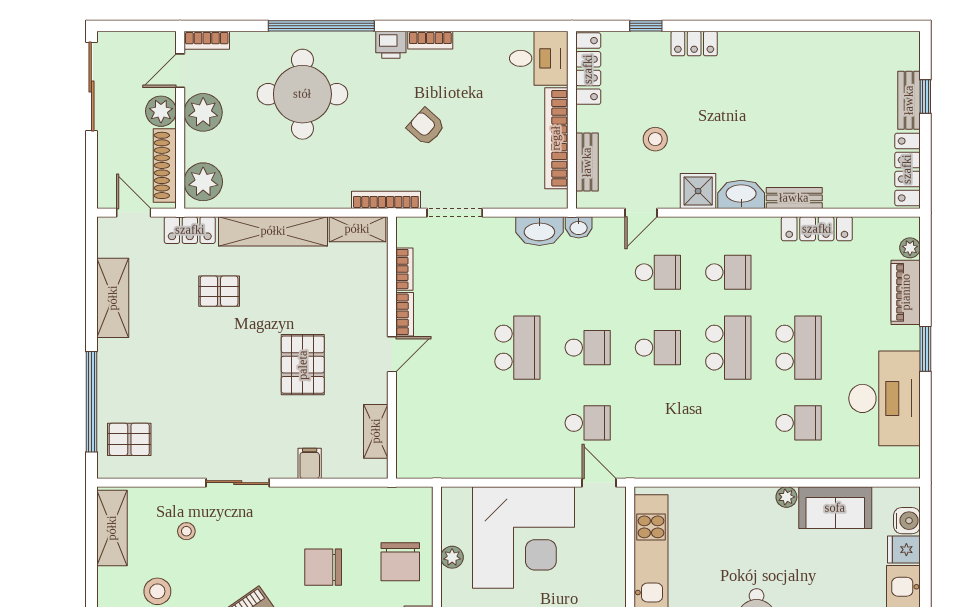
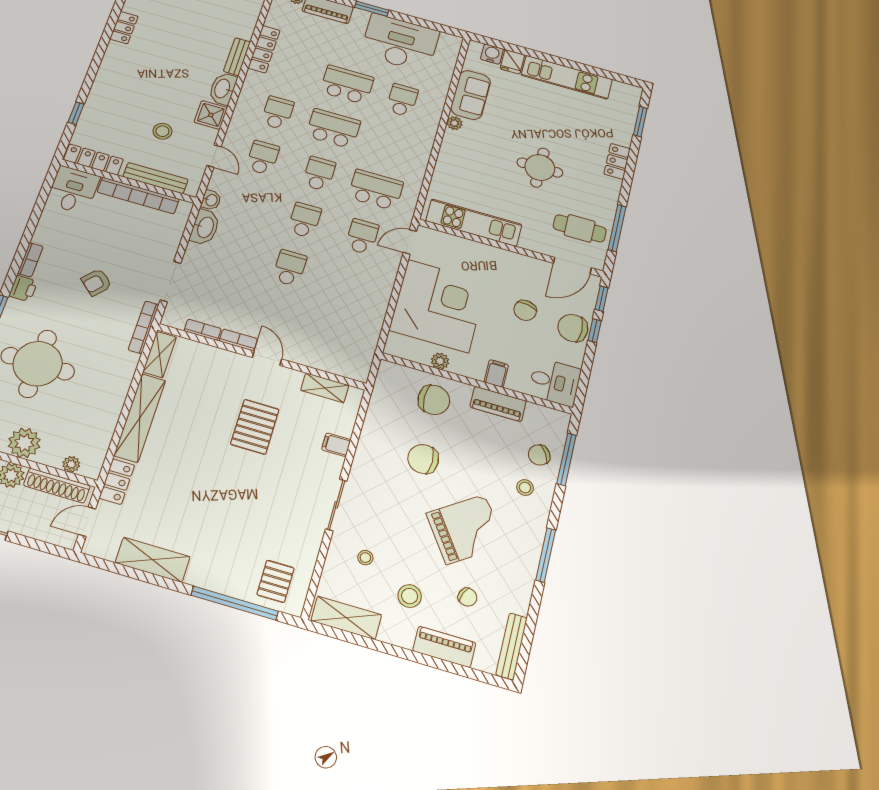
locker: (694, 44) -> (124, 28), moved
bench: (587, 162) -> (156, 178), width x1.36
plant: (203, 182) -> (71, 464), width x0.53, depth x0.53
pallet: (219, 291) -> (175, 473), removed
school desk: (517, 348) -> (290, 268), width x0.54
pallet: (303, 365) -> (255, 427), turned 90
school desk: (658, 423) -> (376, 190), added
chair: (323, 567) -> (423, 459), turned 90

